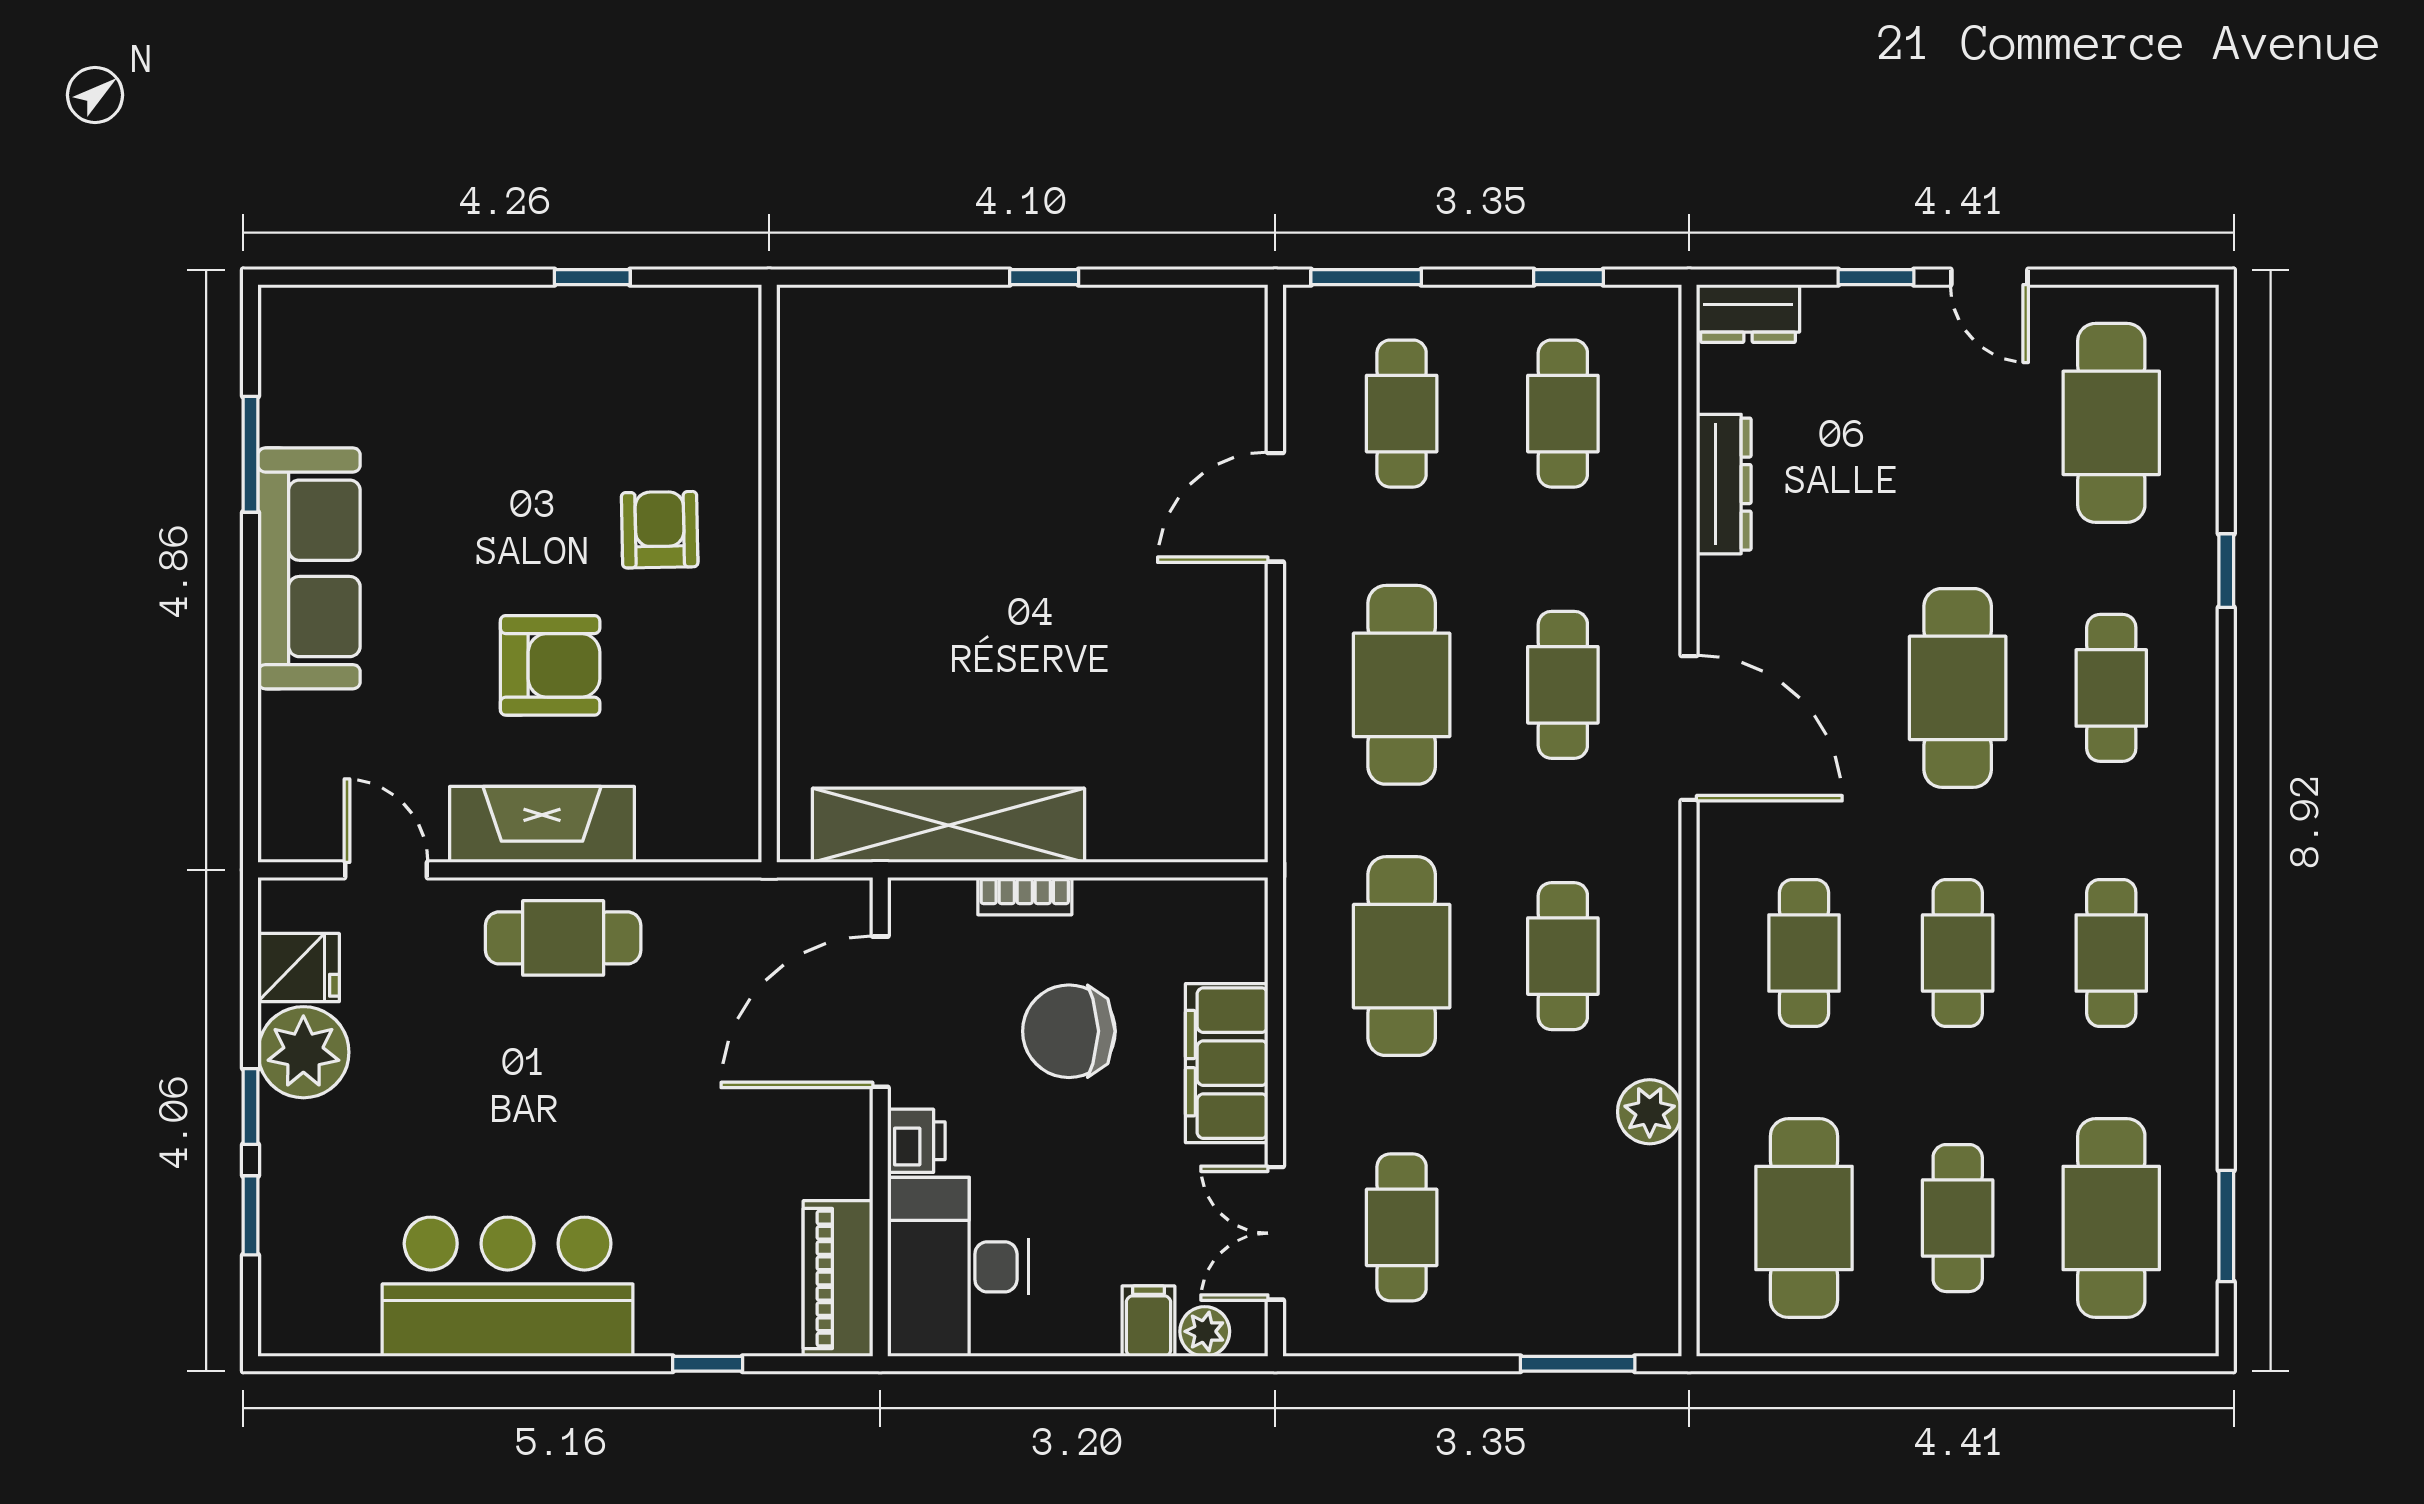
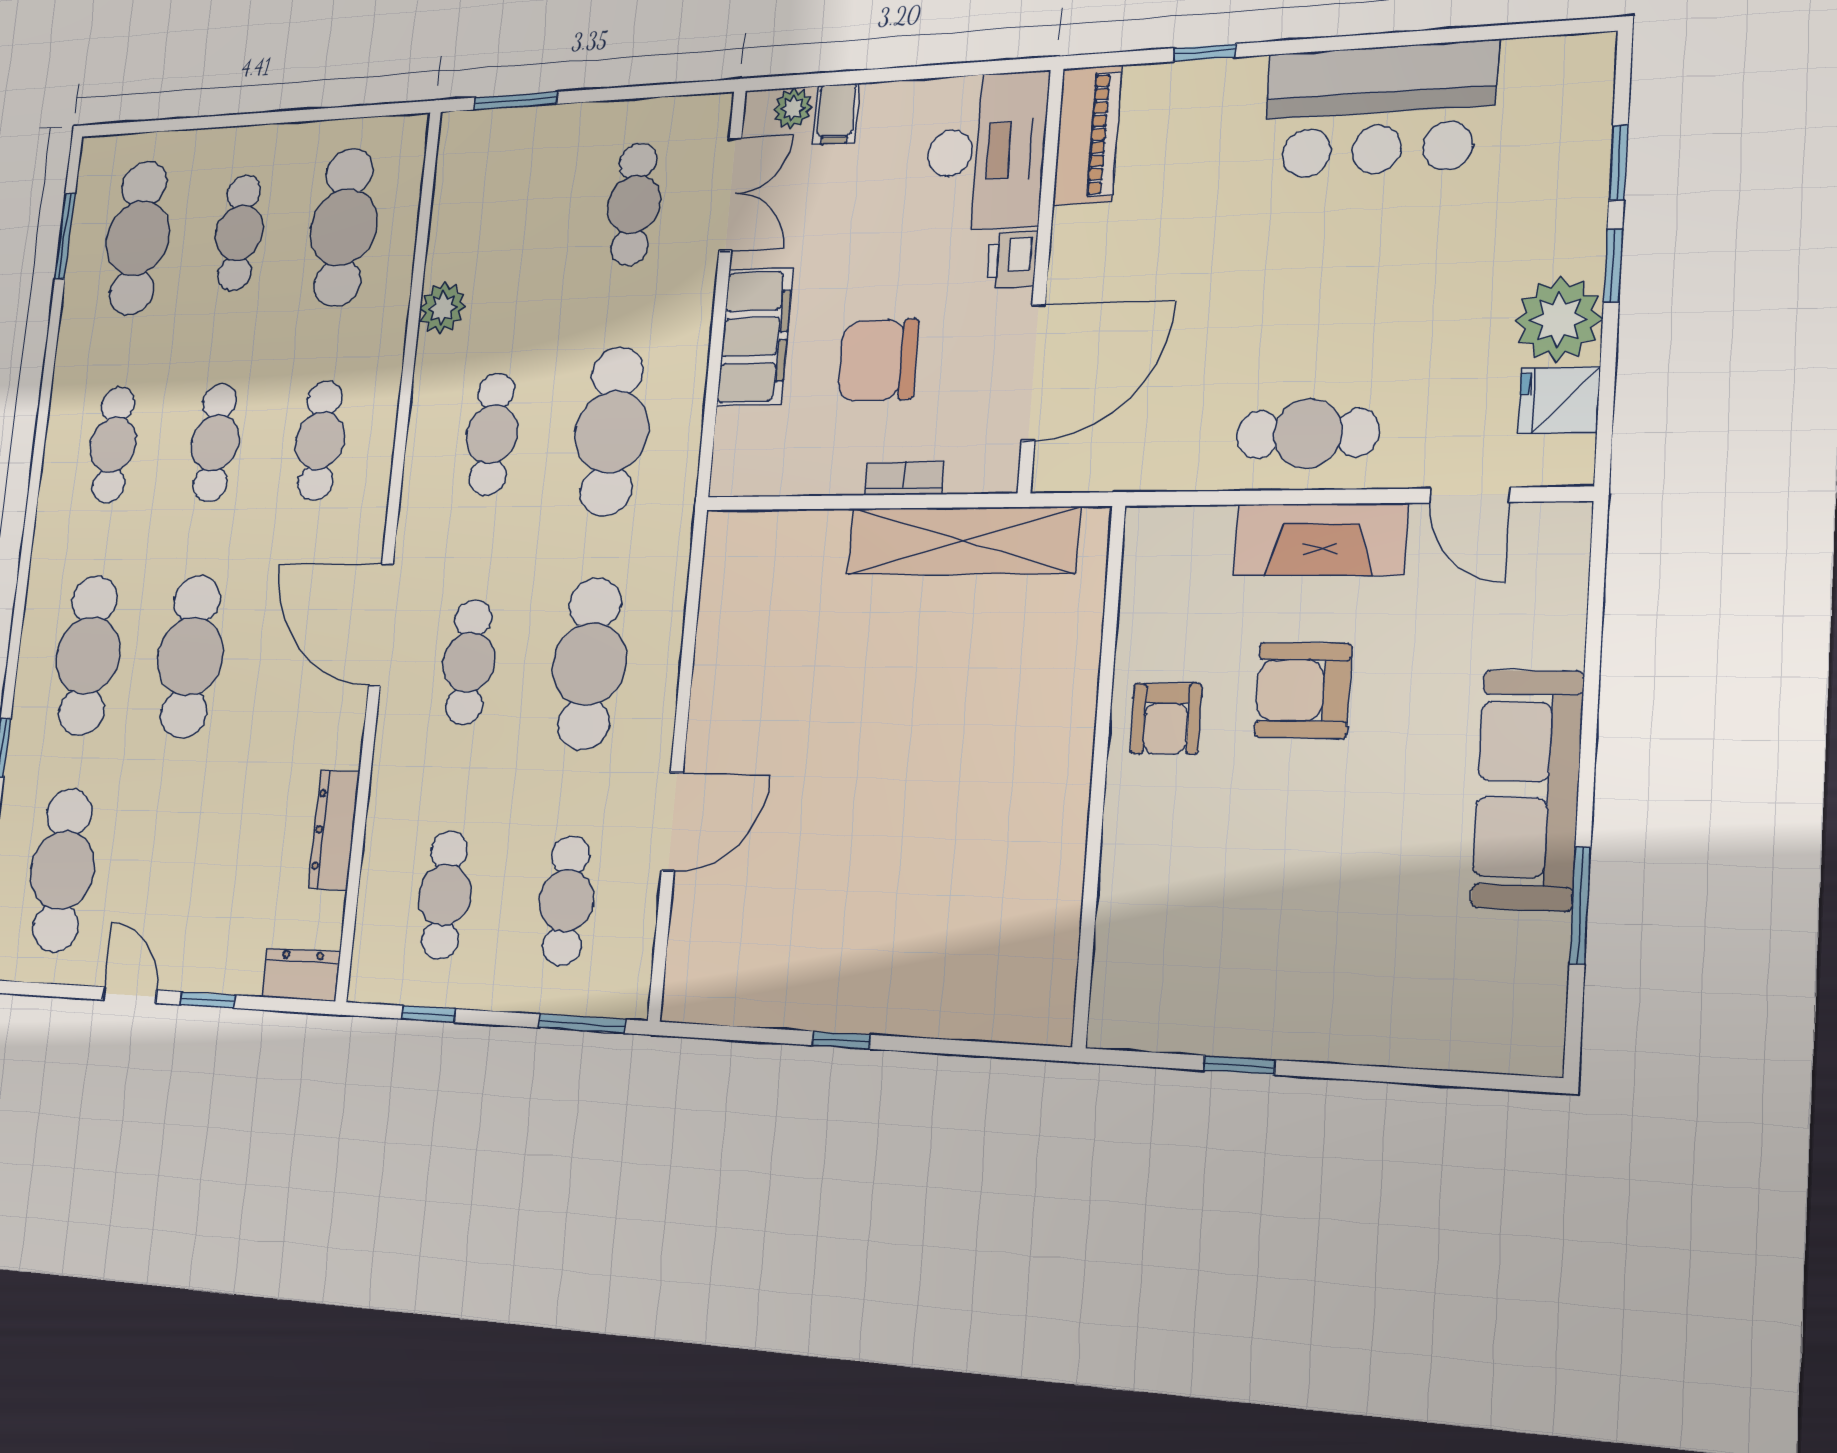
armchair: (660, 530) -> (1166, 719), moved
cafe table: (2111, 688) -> (88, 655), width x1.37, depth x1.35
chair: (1069, 1031) -> (878, 360), turned 180

